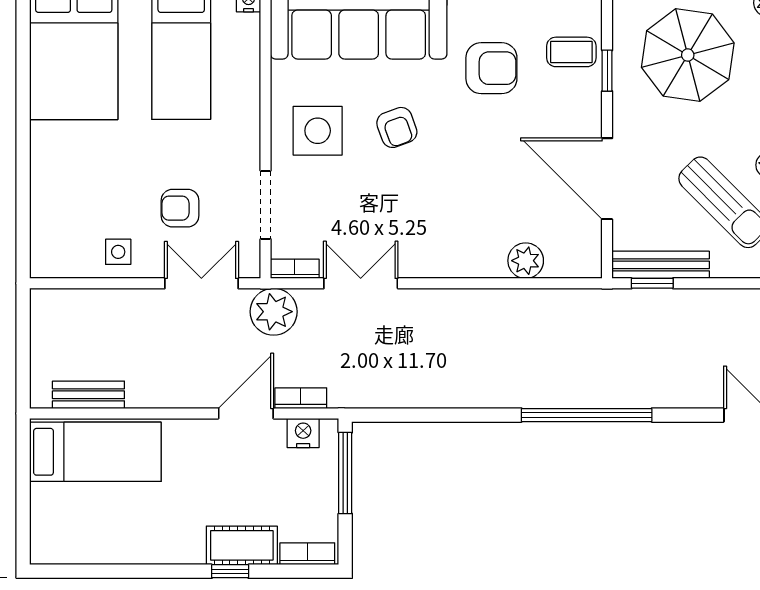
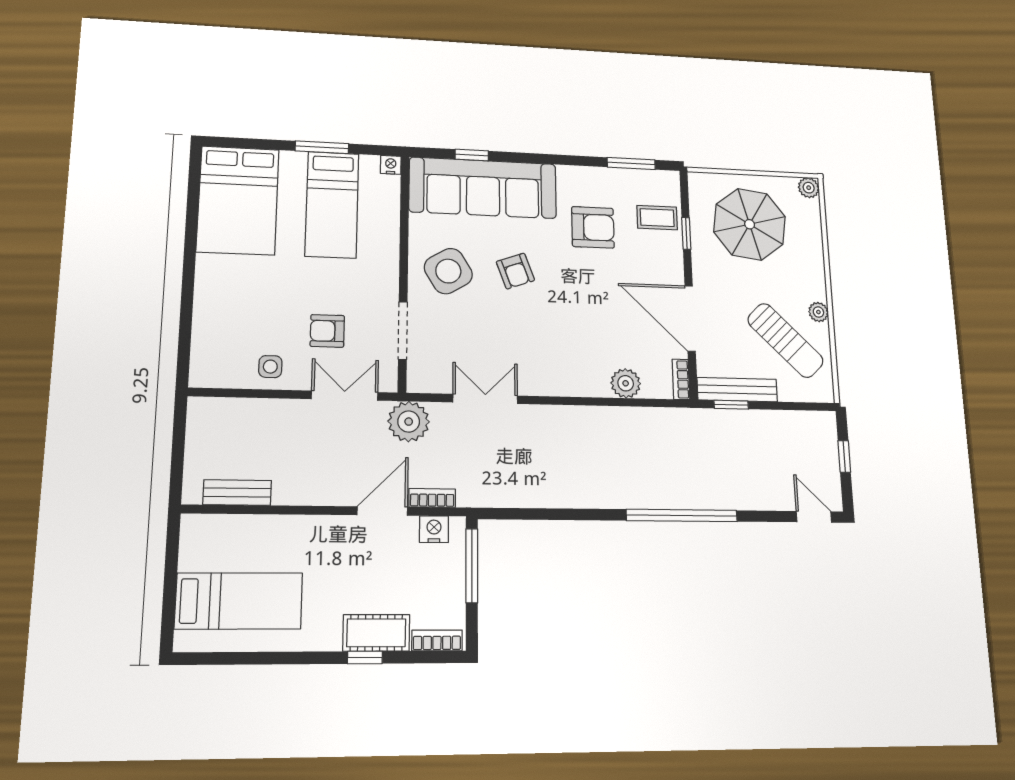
side table: (318, 131) -> (448, 271), turned -31
bookcase: (295, 269) -> (681, 379), moved, turned -90
bed: (95, 452) -> (239, 601), moved

